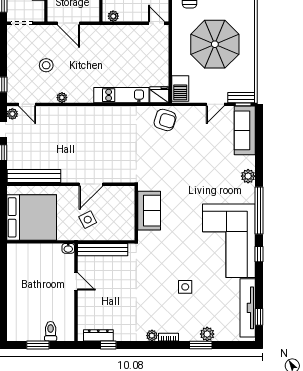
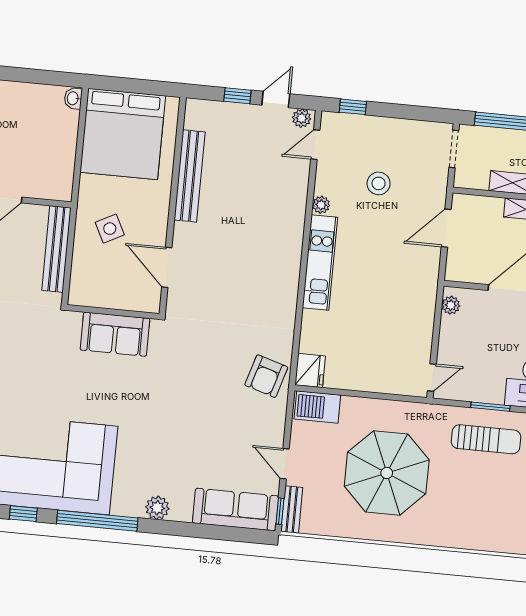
kitchen unit: (121, 95) -> (320, 262), moved
bench: (34, 176) -> (190, 176), moved
door: (91, 184) -> (167, 267), moved
washbasin: (68, 248) -> (73, 98), moved

